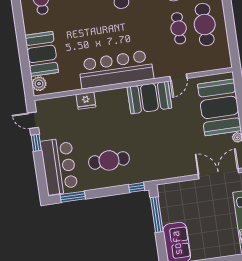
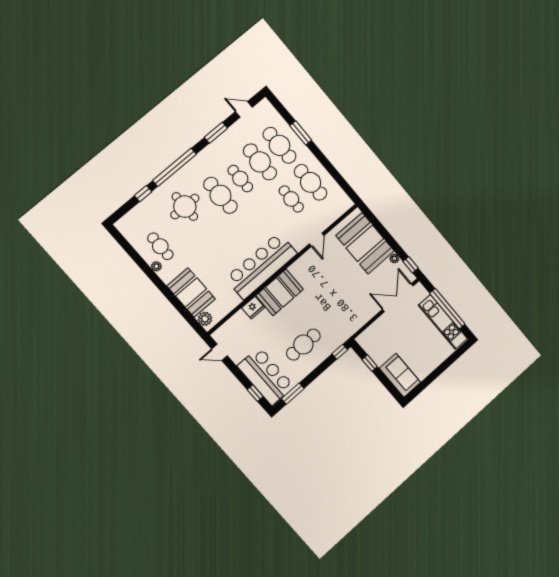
plant: (27, 13) -> (156, 266), added
booth: (149, 98) -> (280, 292), moved
window: (36, 143) -> (255, 393), moved
window: (157, 215) -> (370, 363), width x0.46

